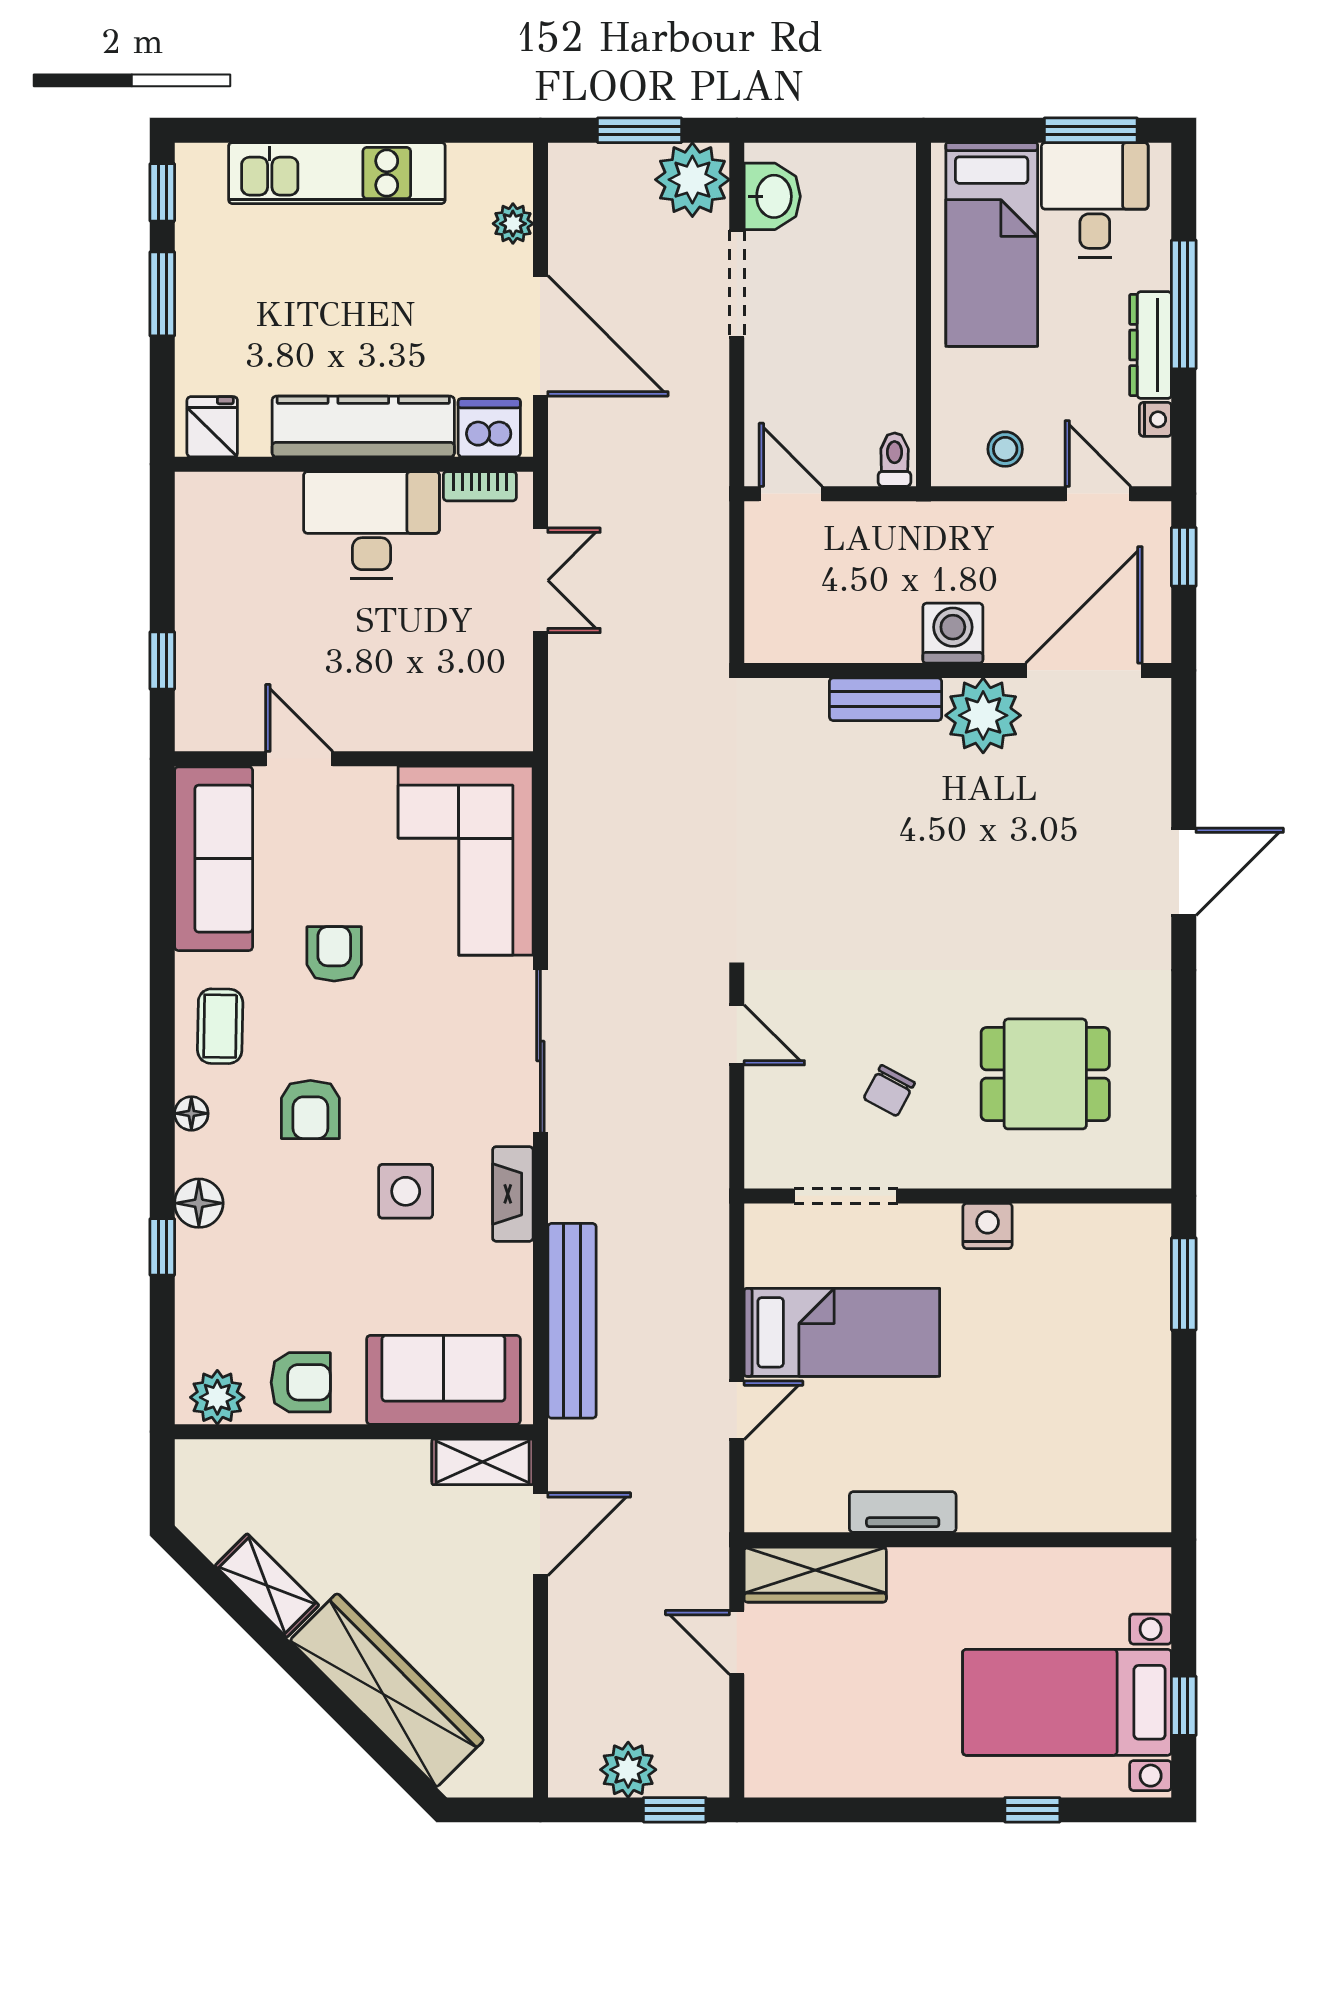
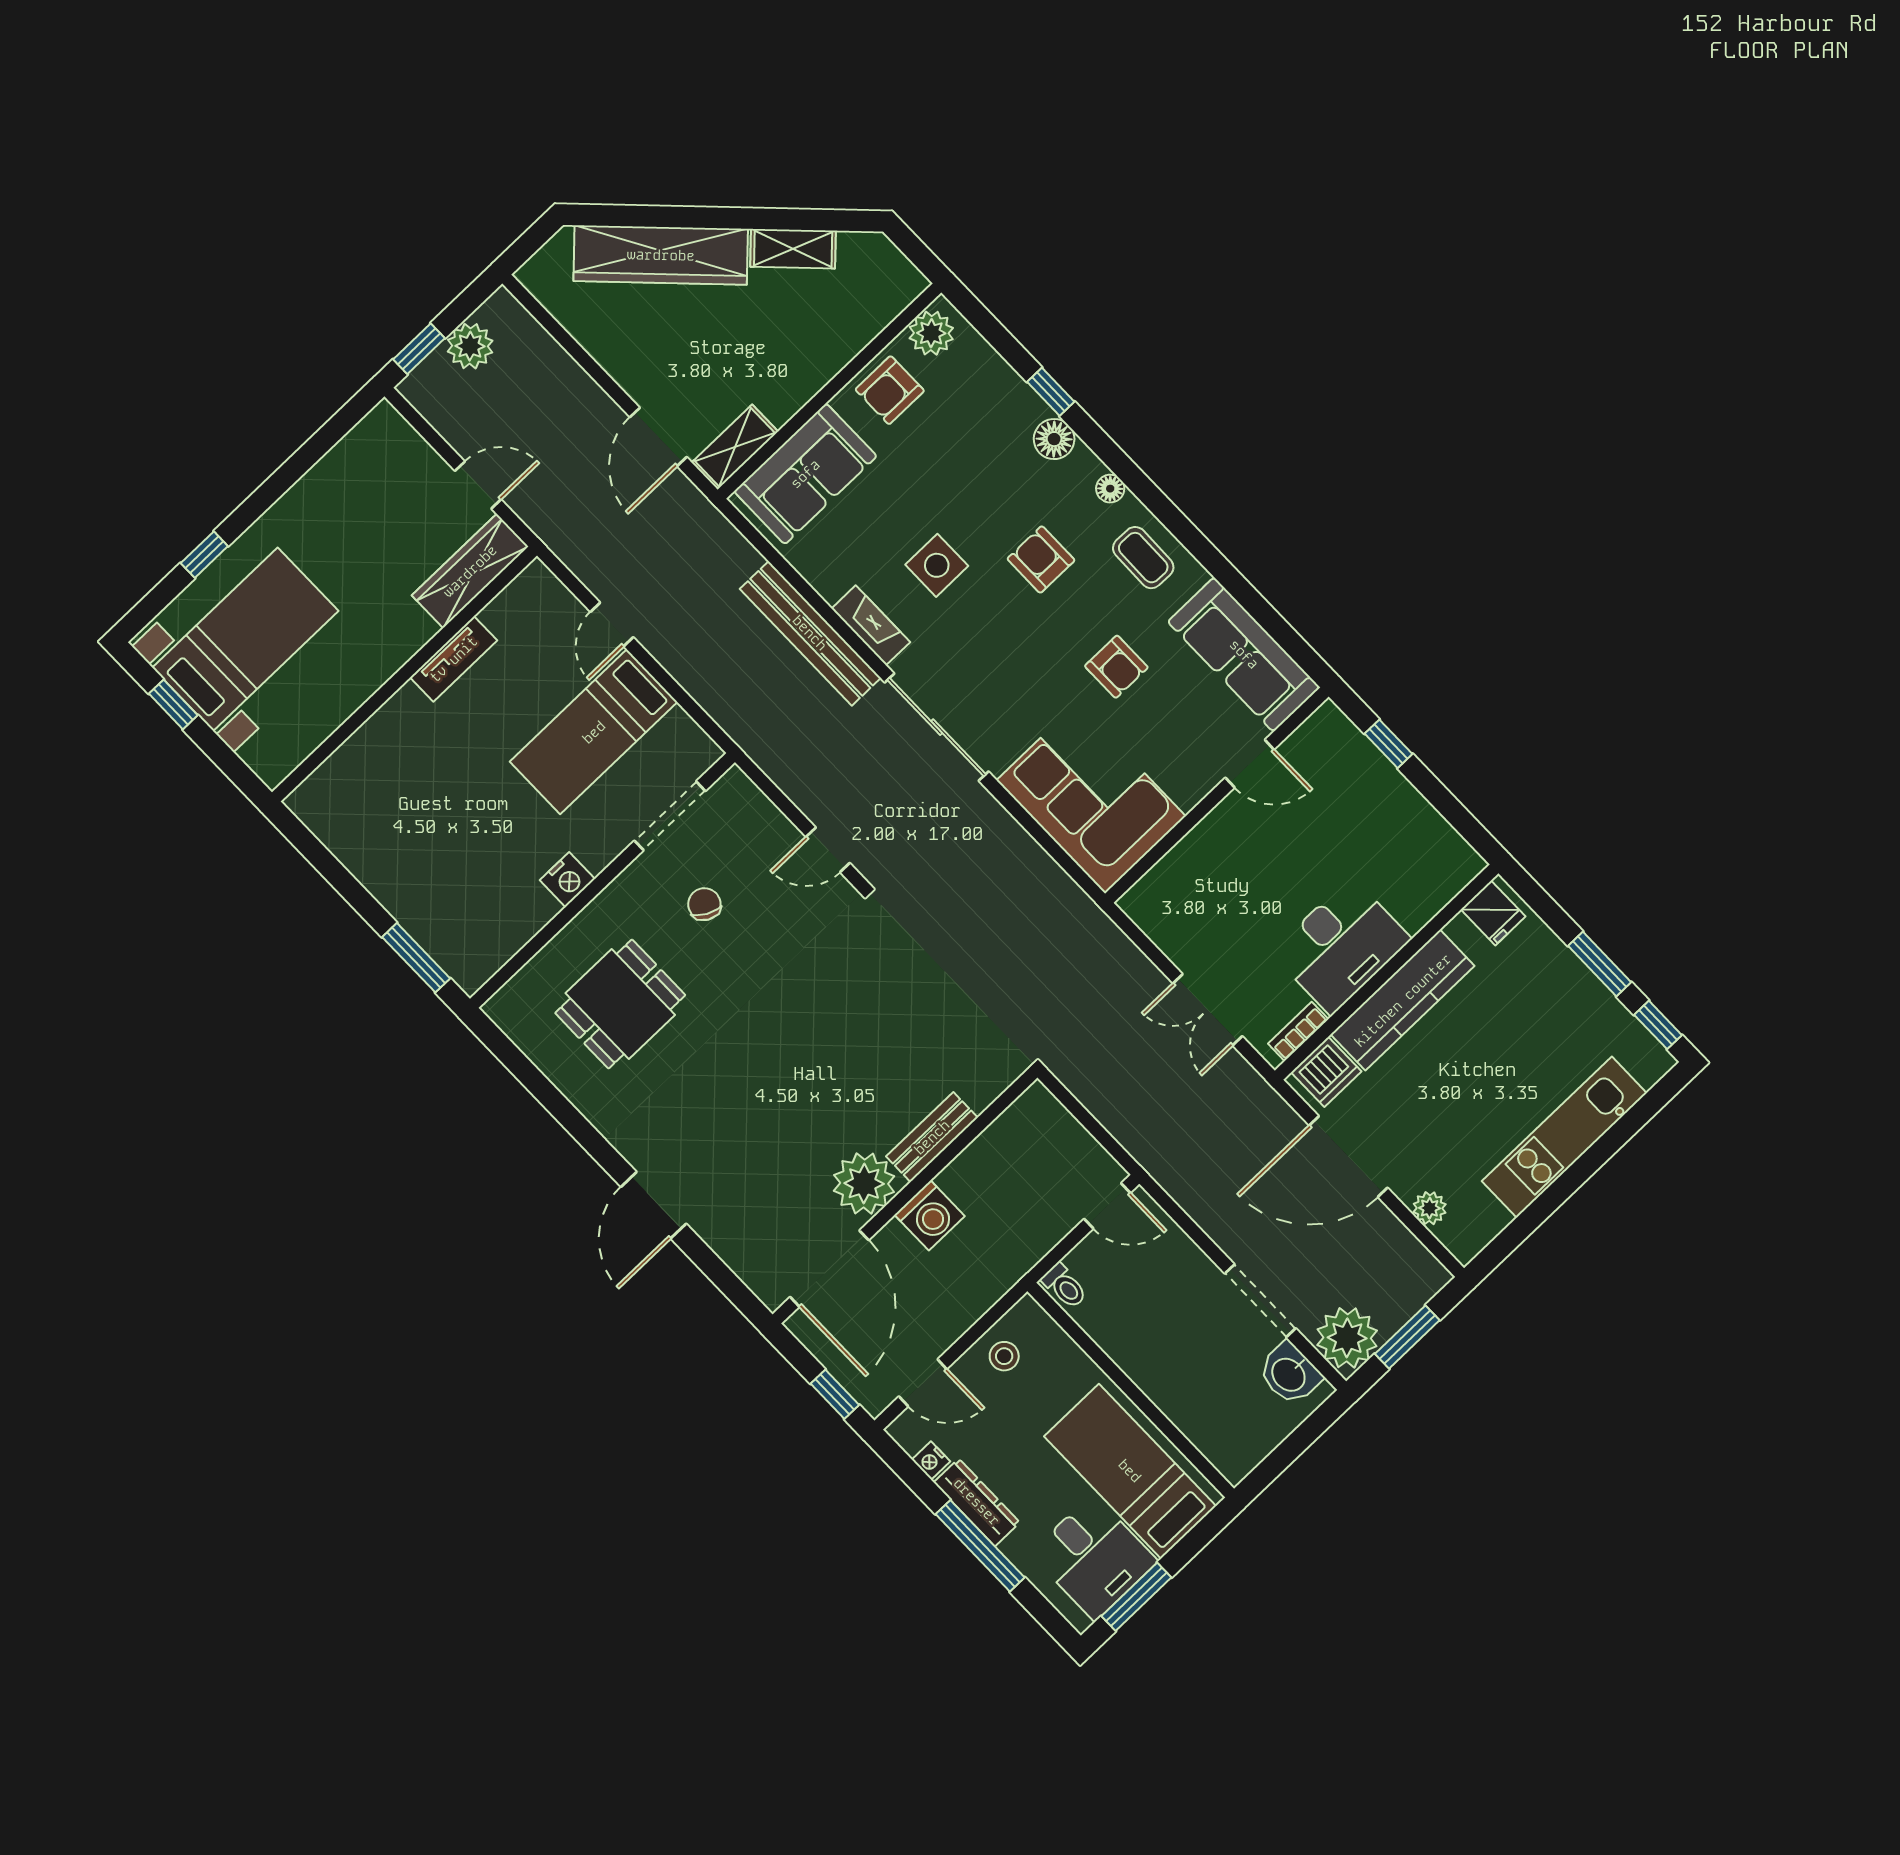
bench: (572, 1321) -> (810, 633), moved

